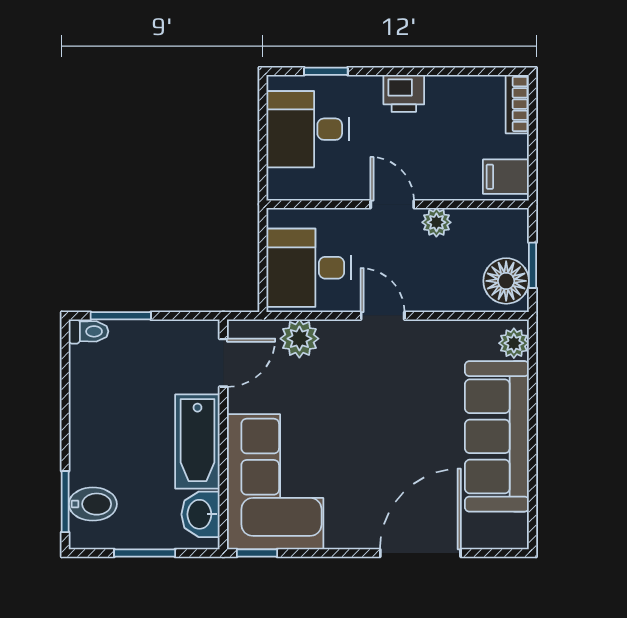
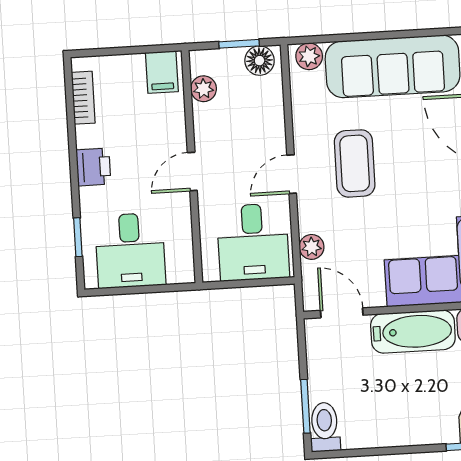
bookcase: (517, 104) -> (83, 98), moved, turned -90
plant: (436, 222) -> (204, 89), moved
floor lamp: (506, 281) -> (260, 61), width x0.73, depth x0.73
toilet: (88, 331) -> (325, 427), width x1.37, depth x1.39
plant: (299, 339) -> (312, 247), width x0.73, depth x0.73
coffee table: (390, 387) -> (355, 163), added

